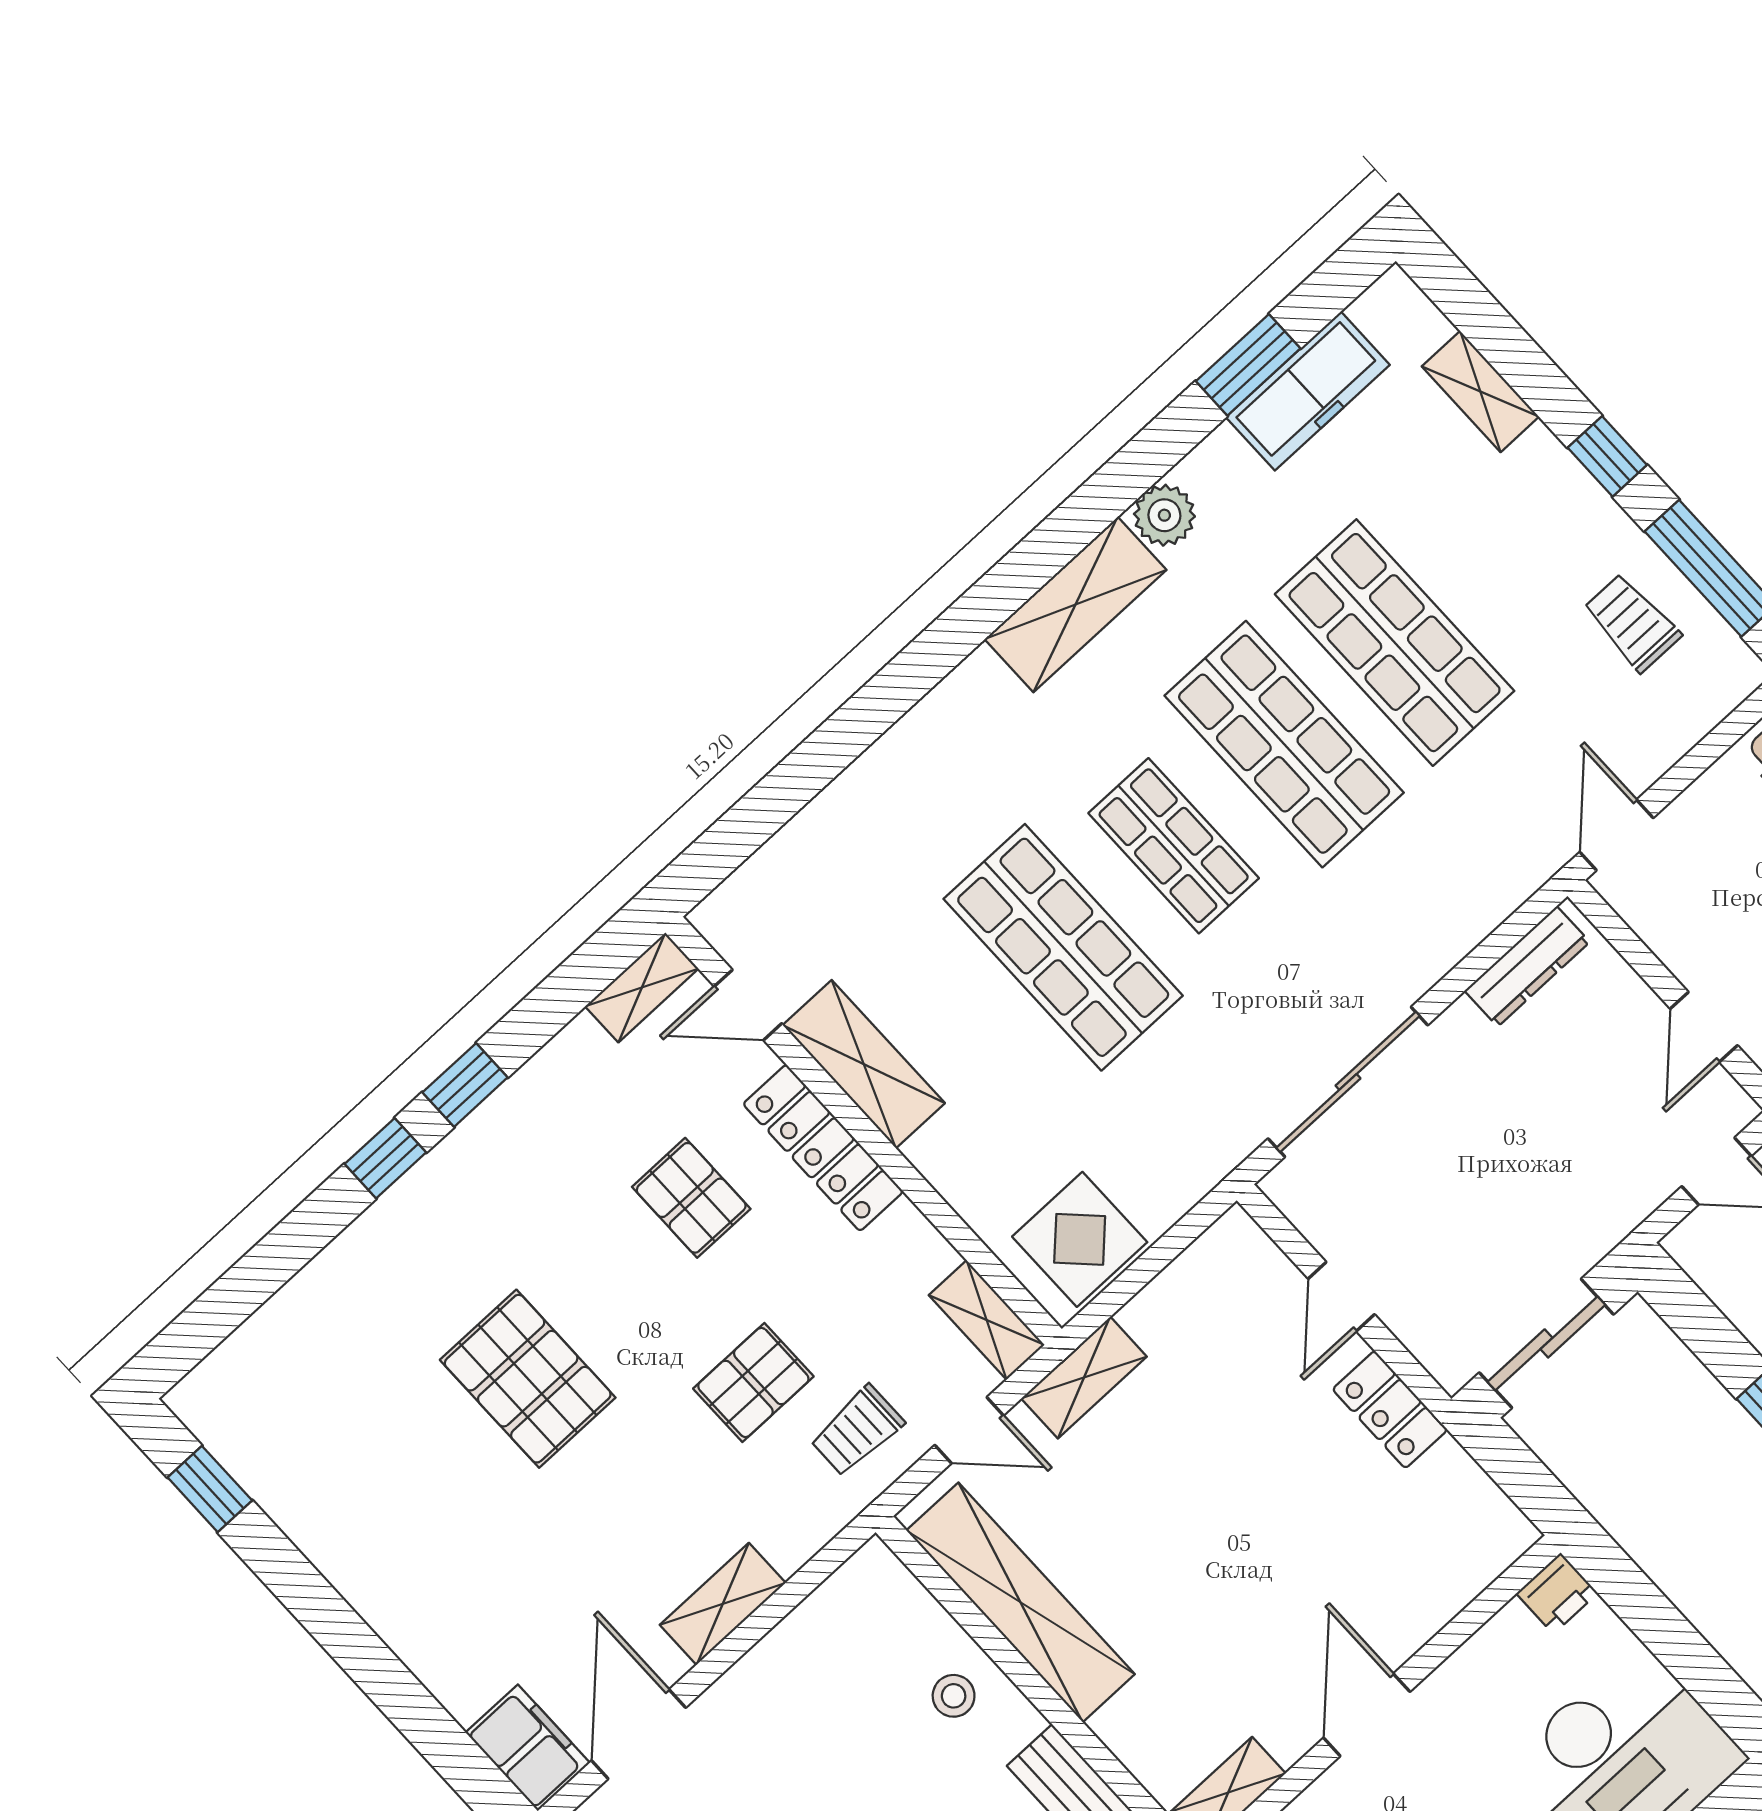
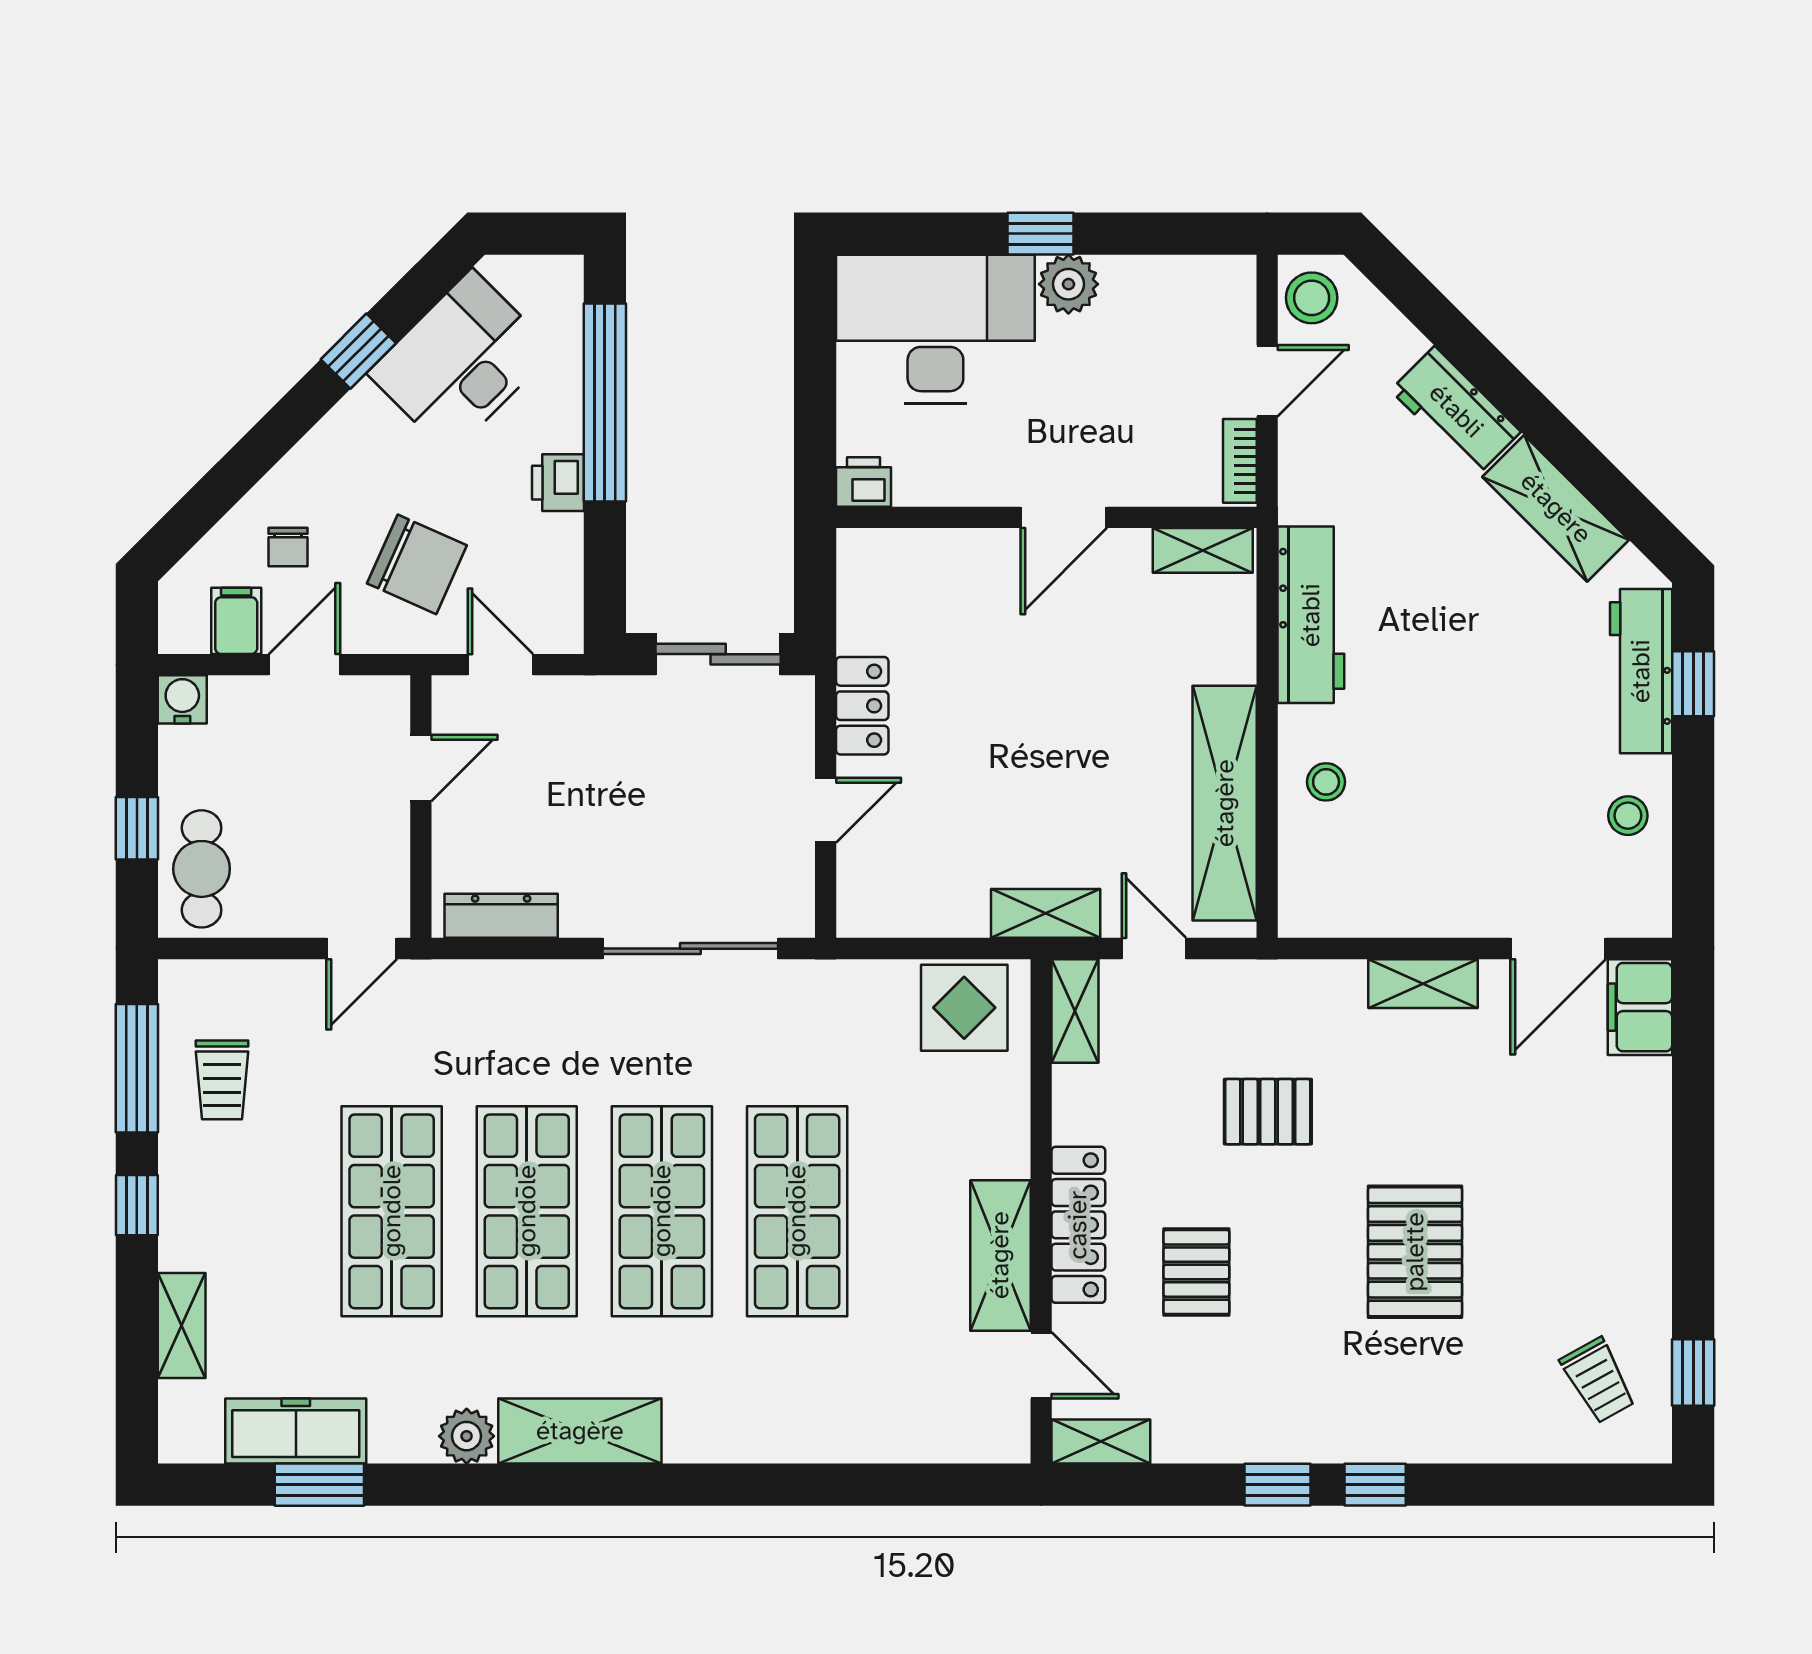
shop shelf: (1174, 846) -> (662, 1211), width x1.43, depth x1.36
trolley: (857, 1431) -> (1598, 1380), moved, turned 61

